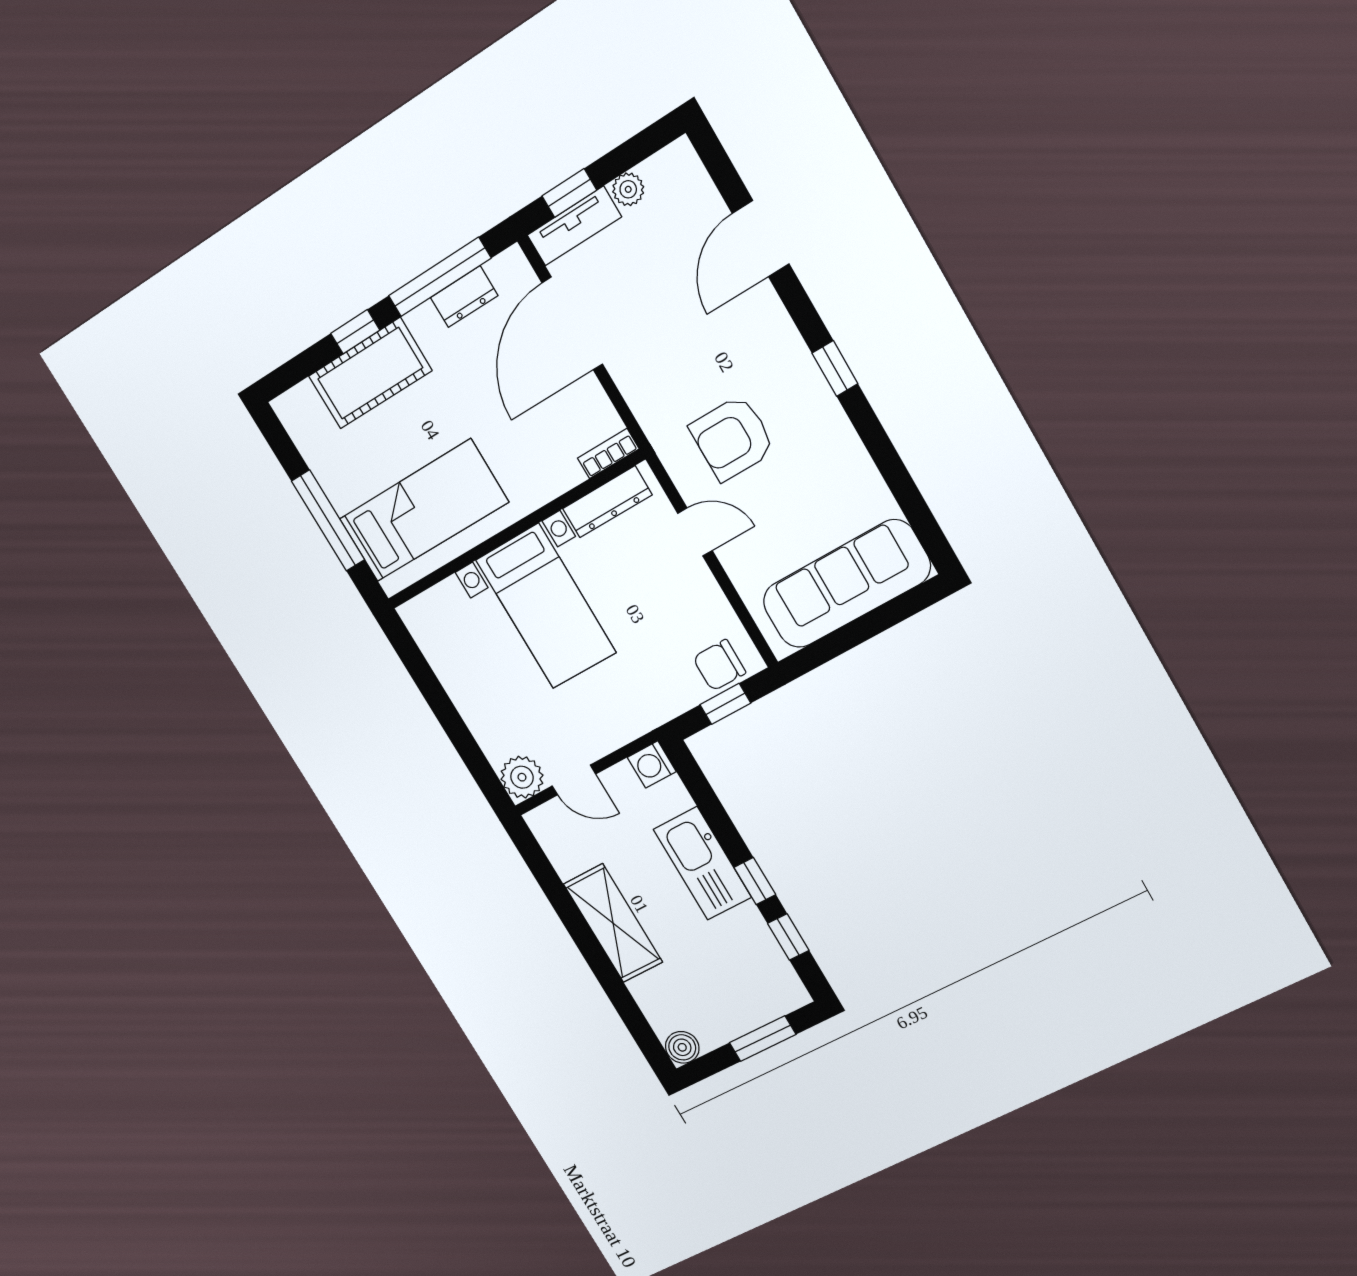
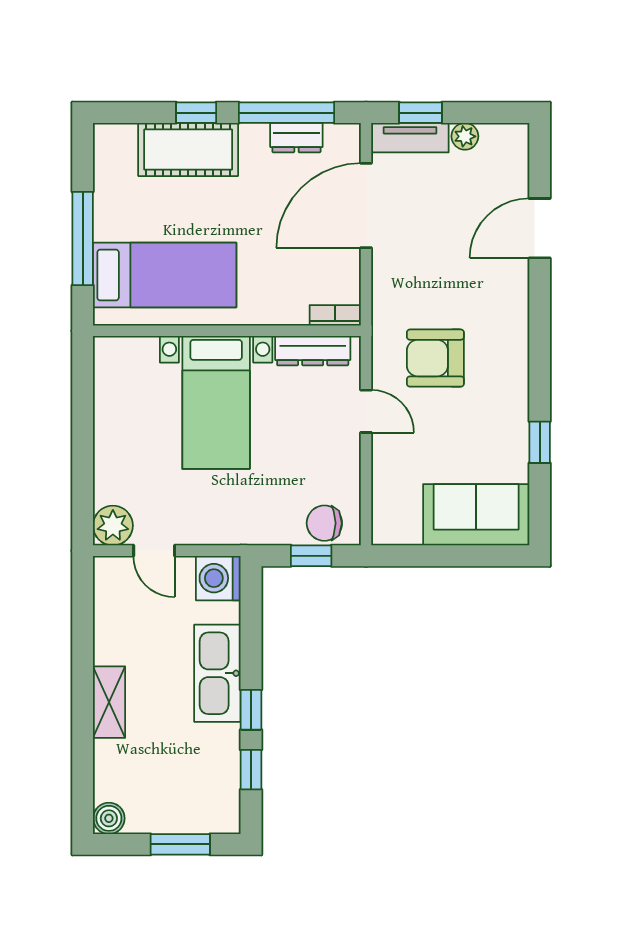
window: (835, 368) -> (540, 442), moved
sofa: (846, 584) -> (476, 515), width x0.73
washing machine: (652, 764) -> (218, 578), width x1.38, depth x1.38
shelving: (613, 923) -> (109, 702), width x0.67, depth x0.75

